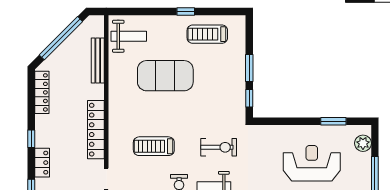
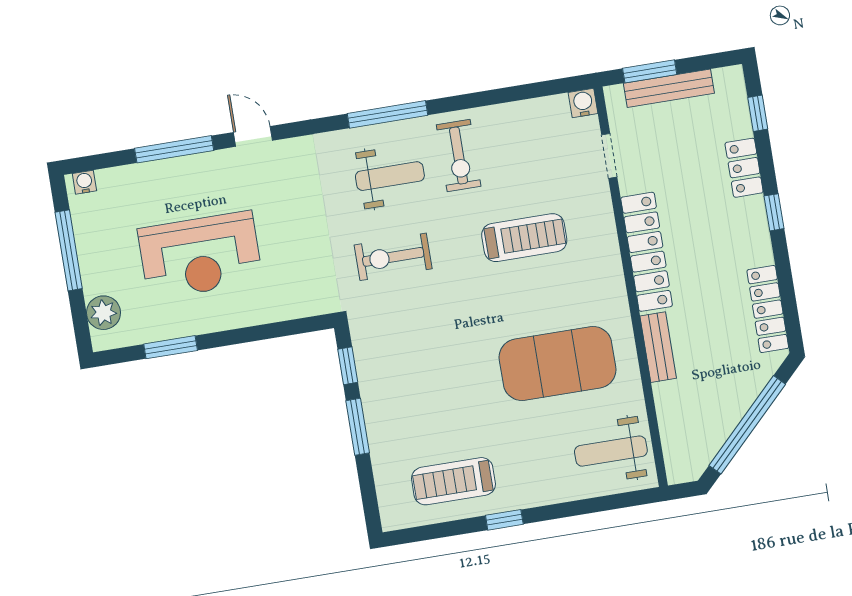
treadmill: (207, 34) -> (453, 481), turned 180
bench: (98, 61) -> (658, 347), moved, width x0.73
exercise mat: (165, 76) -> (558, 363), moved

